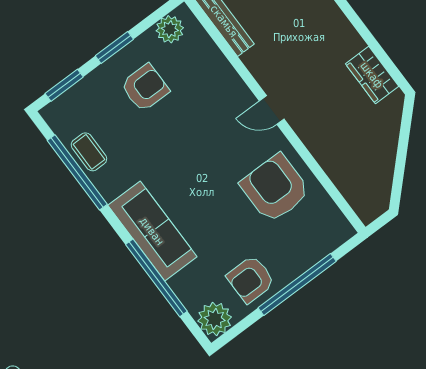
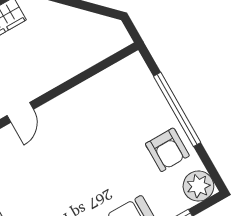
armchair: (275, 188) -> (90, 118), removed

